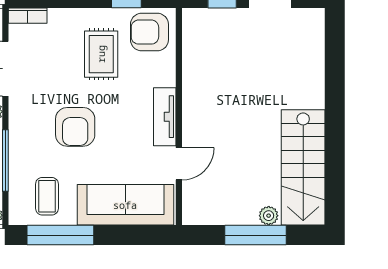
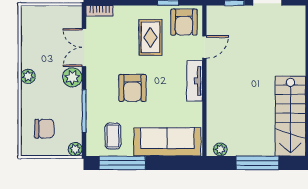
armchair: (149, 32) -> (184, 22), turned -90
door: (179, 164) -> (204, 47), moved
plant: (269, 216) -> (220, 149), moved

